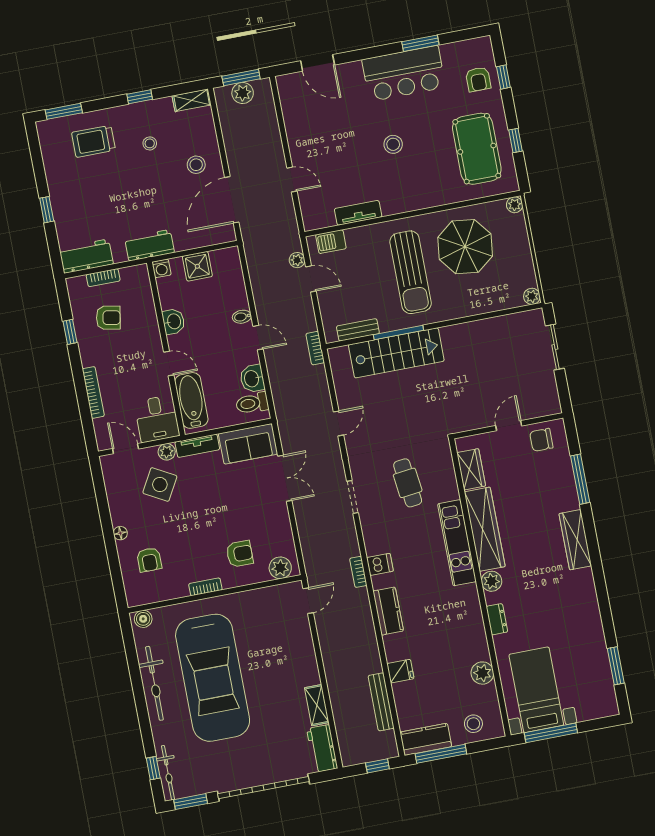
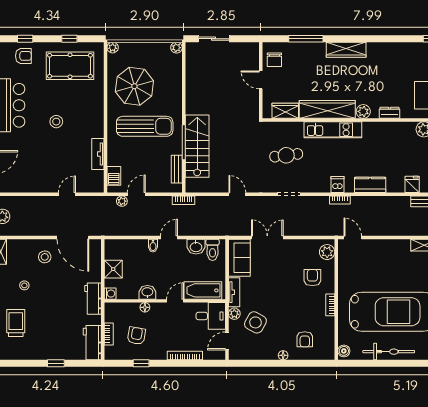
trolley: (94, 141) -> (16, 323), turned 180
floor lamp: (151, 322) -> (145, 307), added
armchair: (149, 560) -> (305, 339), turned 90

